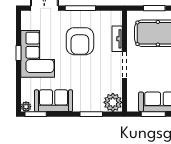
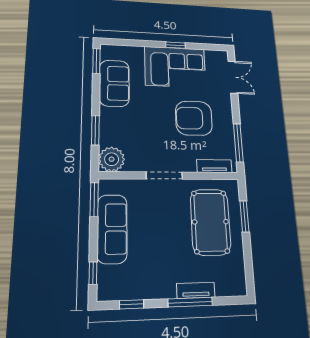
window: (80, 8) -> (238, 143), moved
tv unit: (117, 39) -> (214, 166), moved
plant: (26, 107) -> (107, 50), removed
window: (153, 114) -> (94, 199), moved

